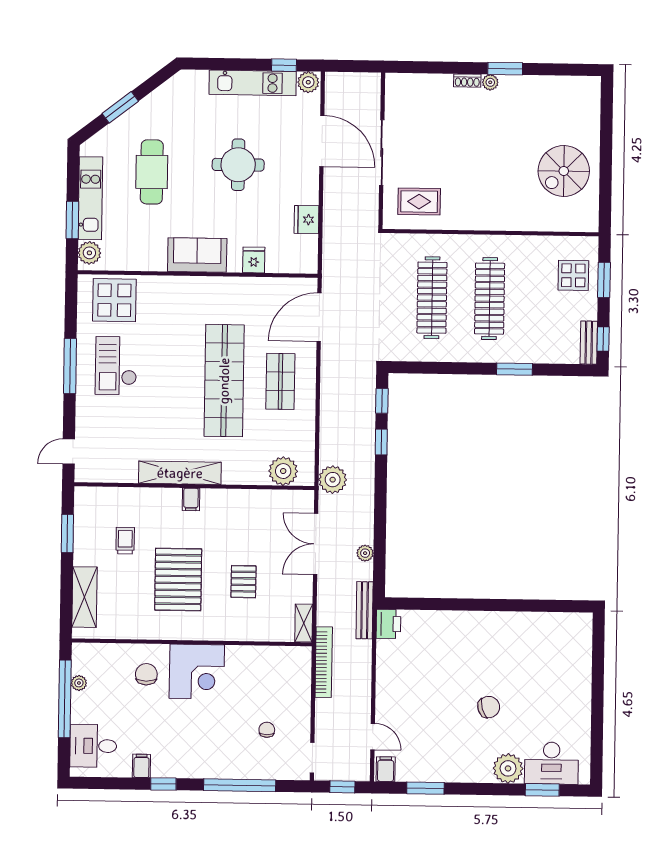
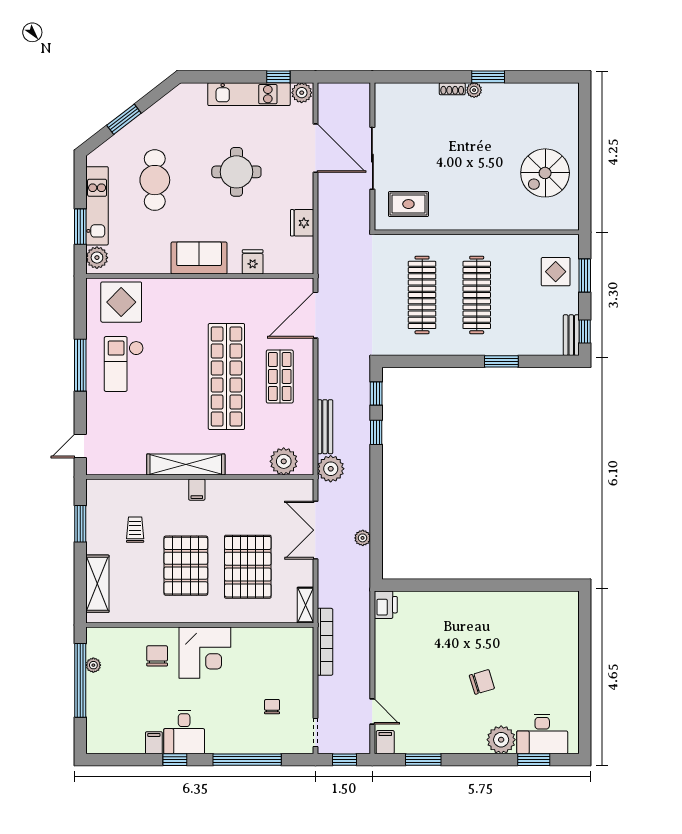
pallet: (244, 582) -> (248, 567), width x2.05, depth x2.00
bench: (365, 610) -> (325, 427), moved
desk: (93, 746) -> (184, 732), moved, turned -90

